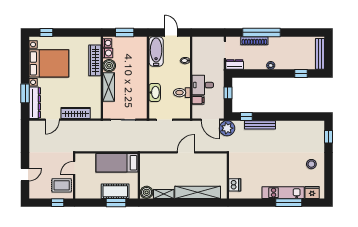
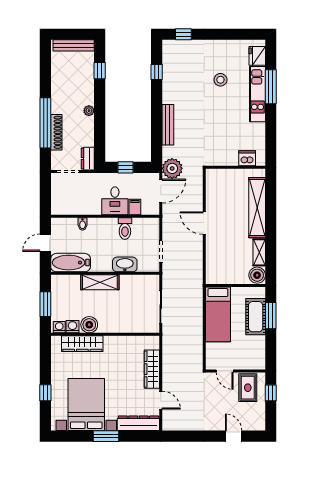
window: (46, 32) -> (45, 393), moved
shelving: (109, 87) -> (100, 282), moved
window: (25, 93) -> (106, 436), moved
window: (246, 117) -> (157, 72), moved
stool: (311, 164) -> (220, 80), moved

